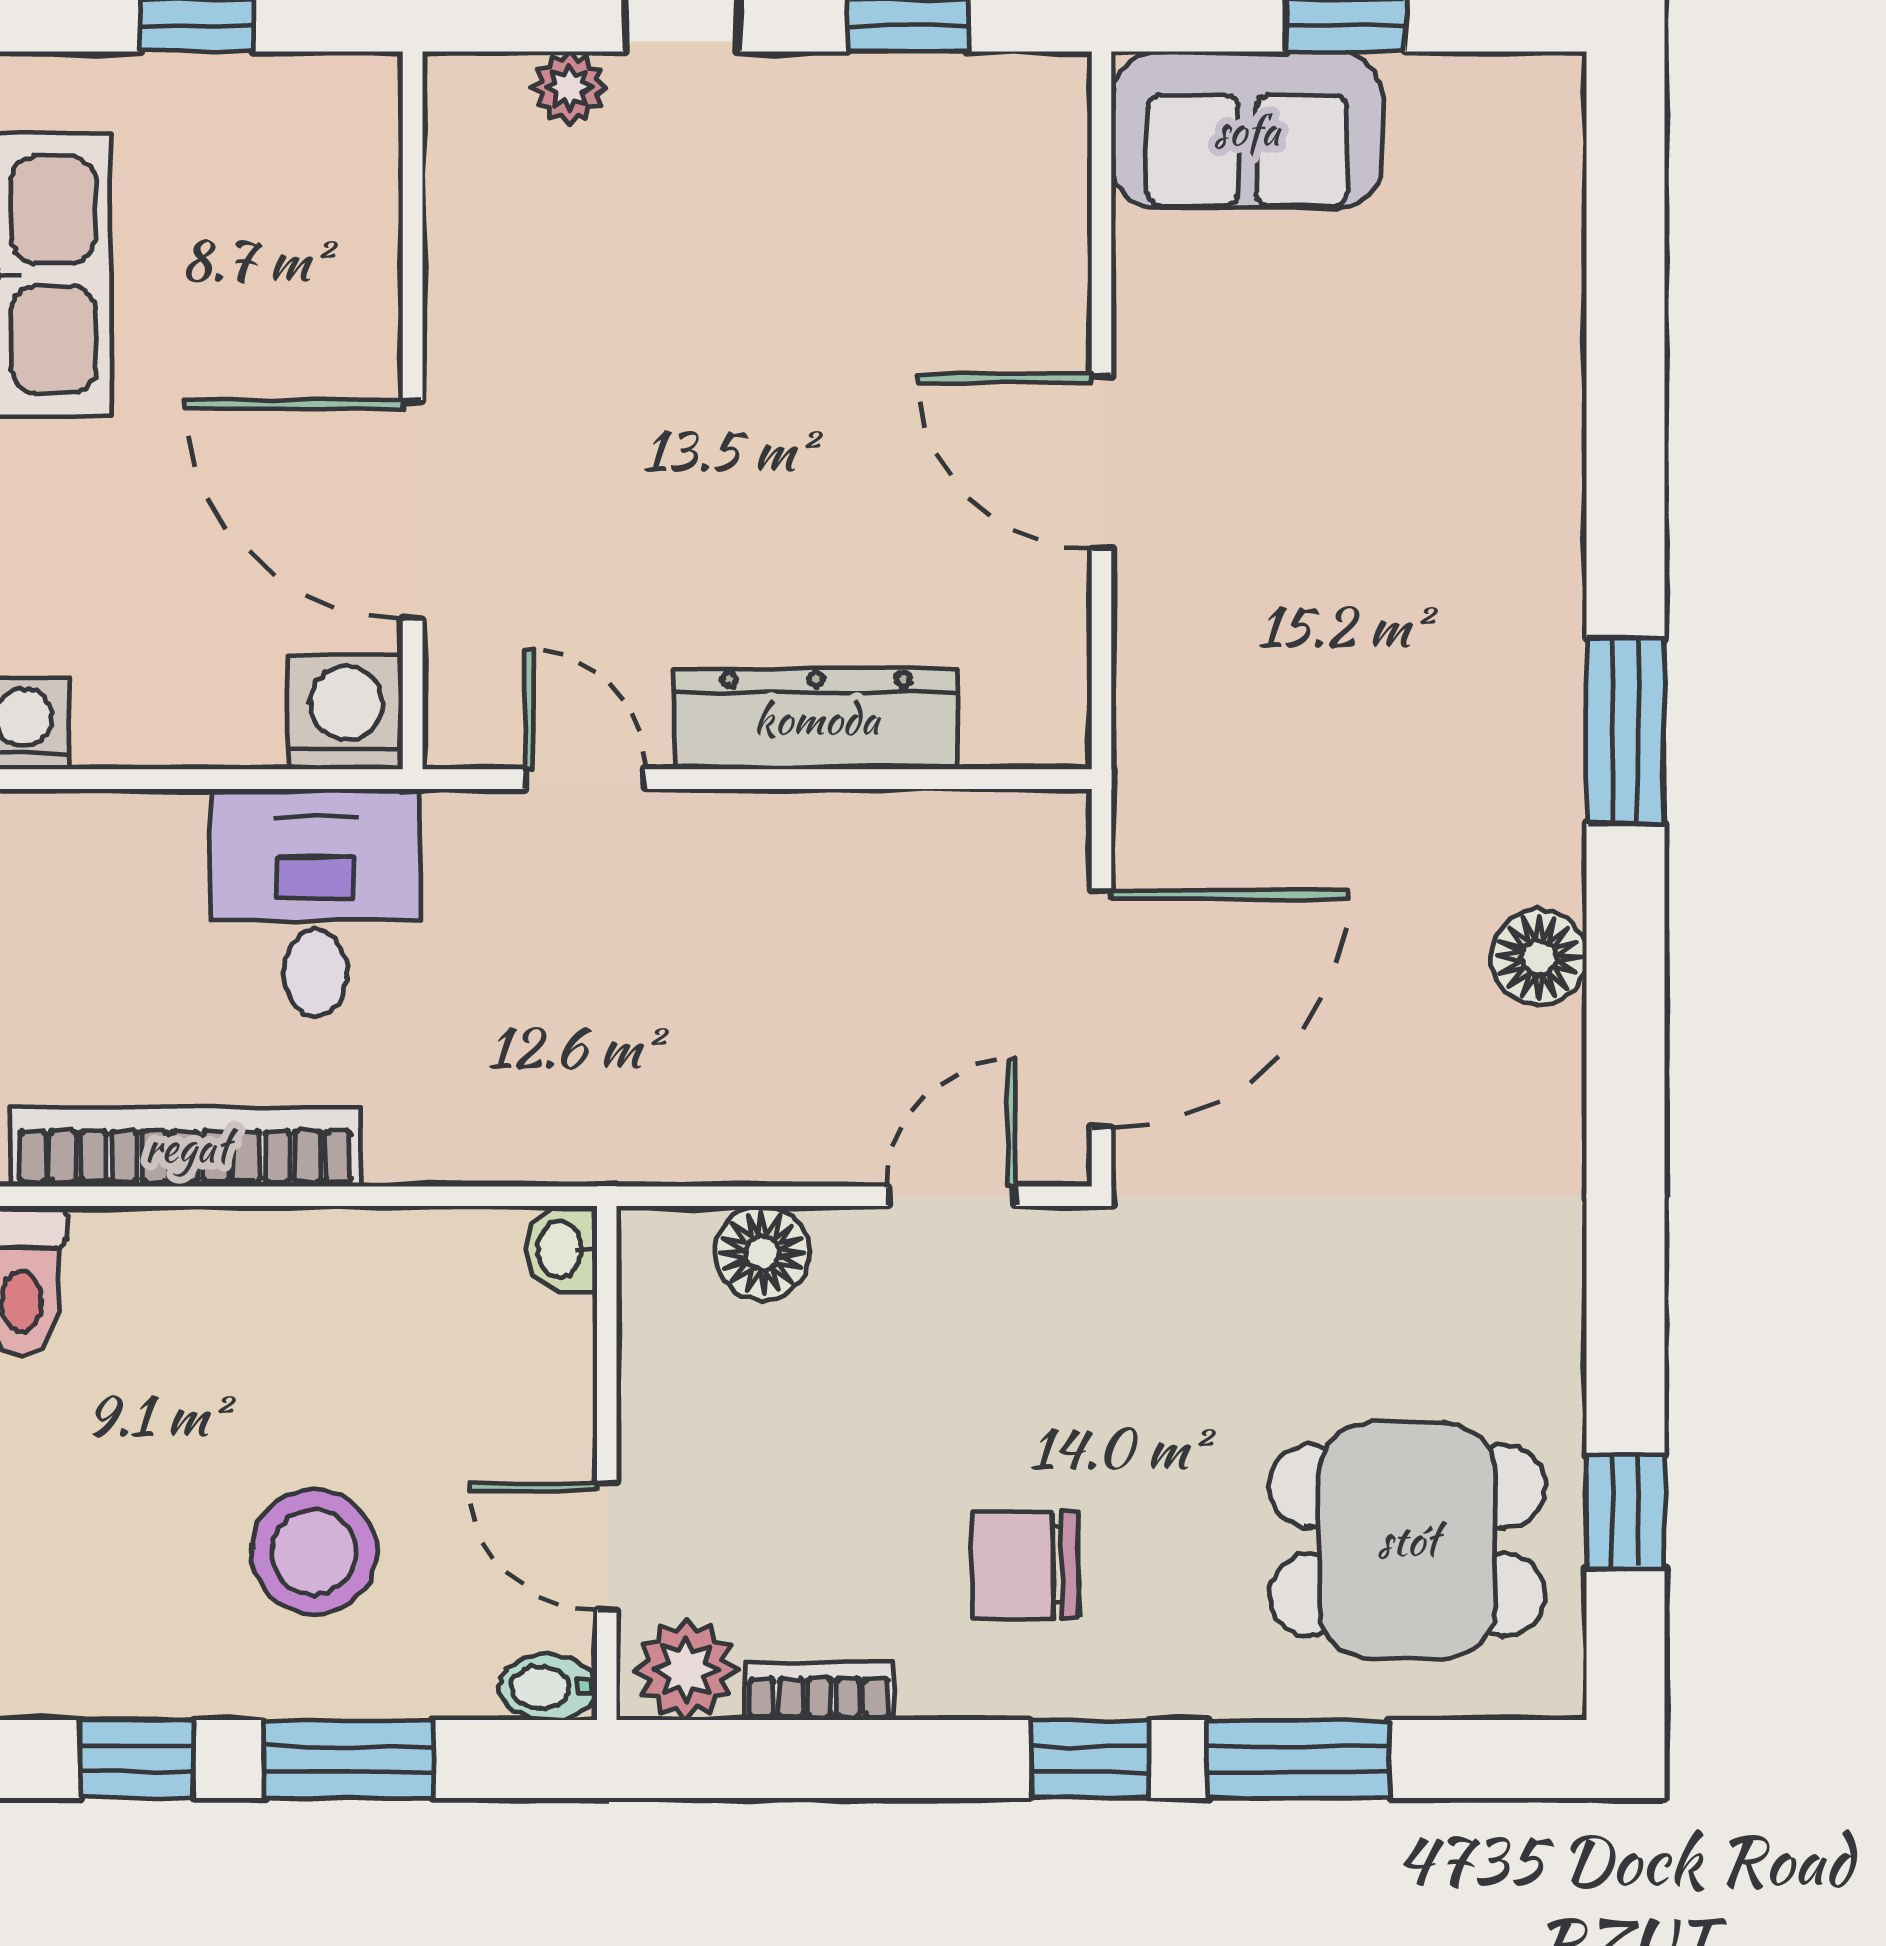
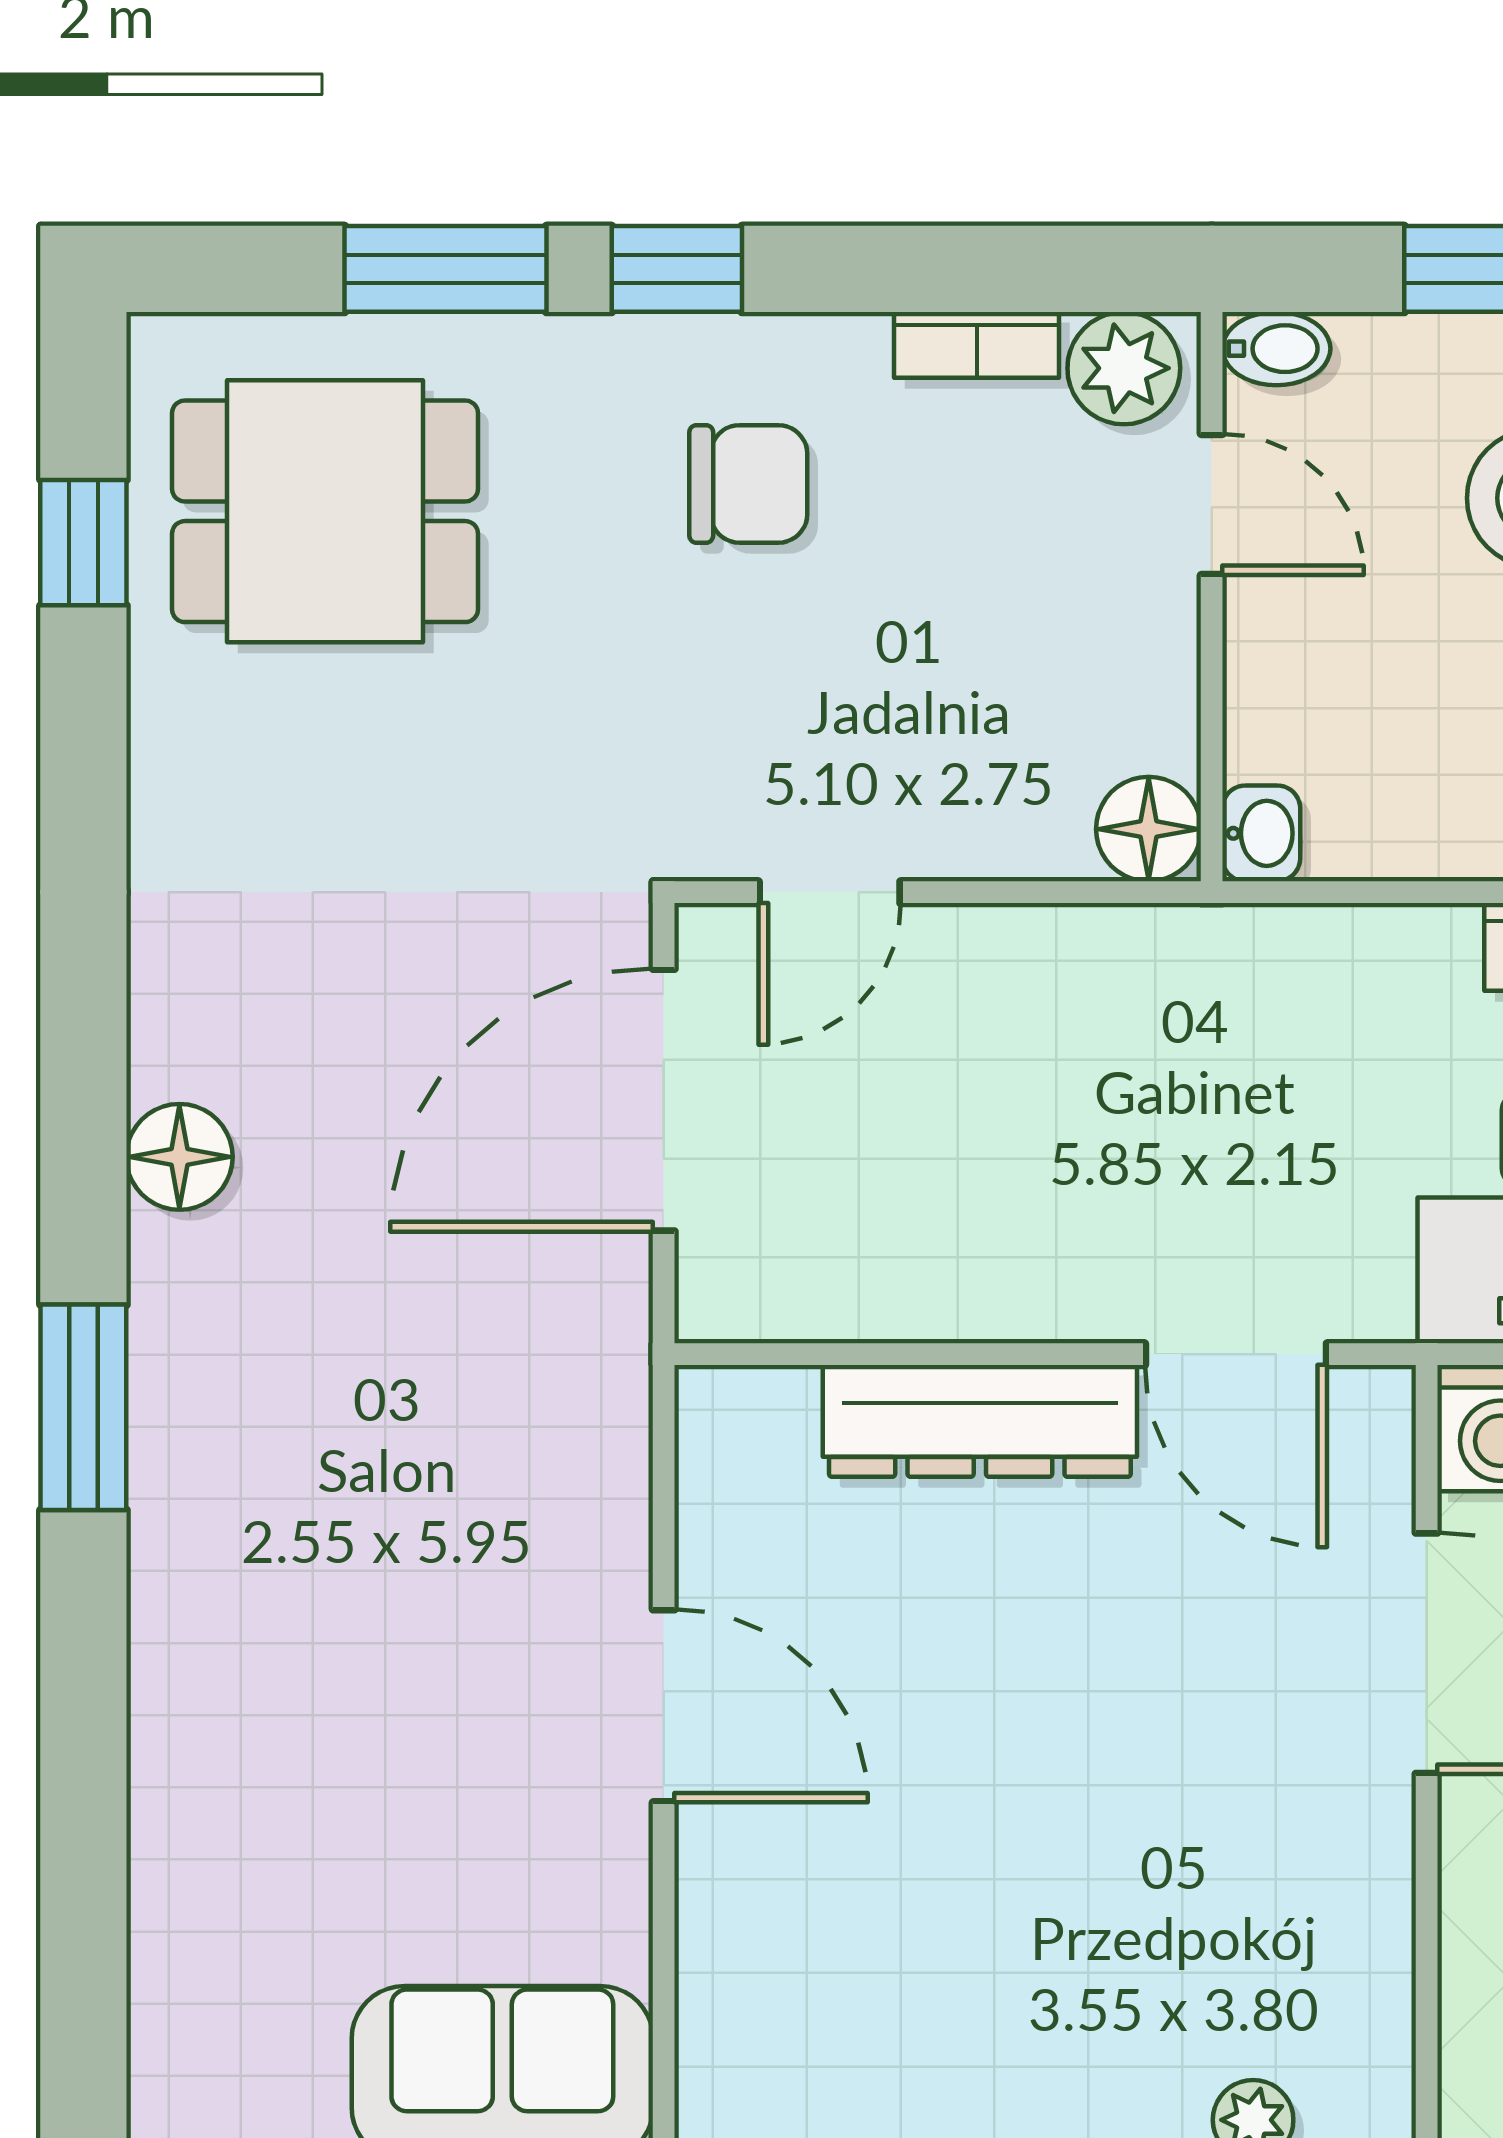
door: (585, 779) -> (1236, 1354), width x1.38
floor lamp: (762, 1253) -> (1149, 829), moved

